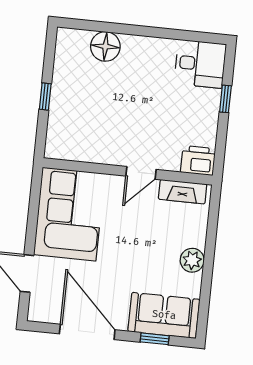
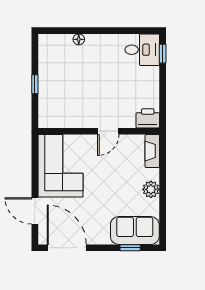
floor lamp: (105, 46) -> (79, 39), width x0.53, depth x0.53
window: (225, 99) -> (163, 54), moved
fireplace: (183, 192) -> (152, 151), moved, turned 90
door: (87, 332) -> (67, 248), moved

